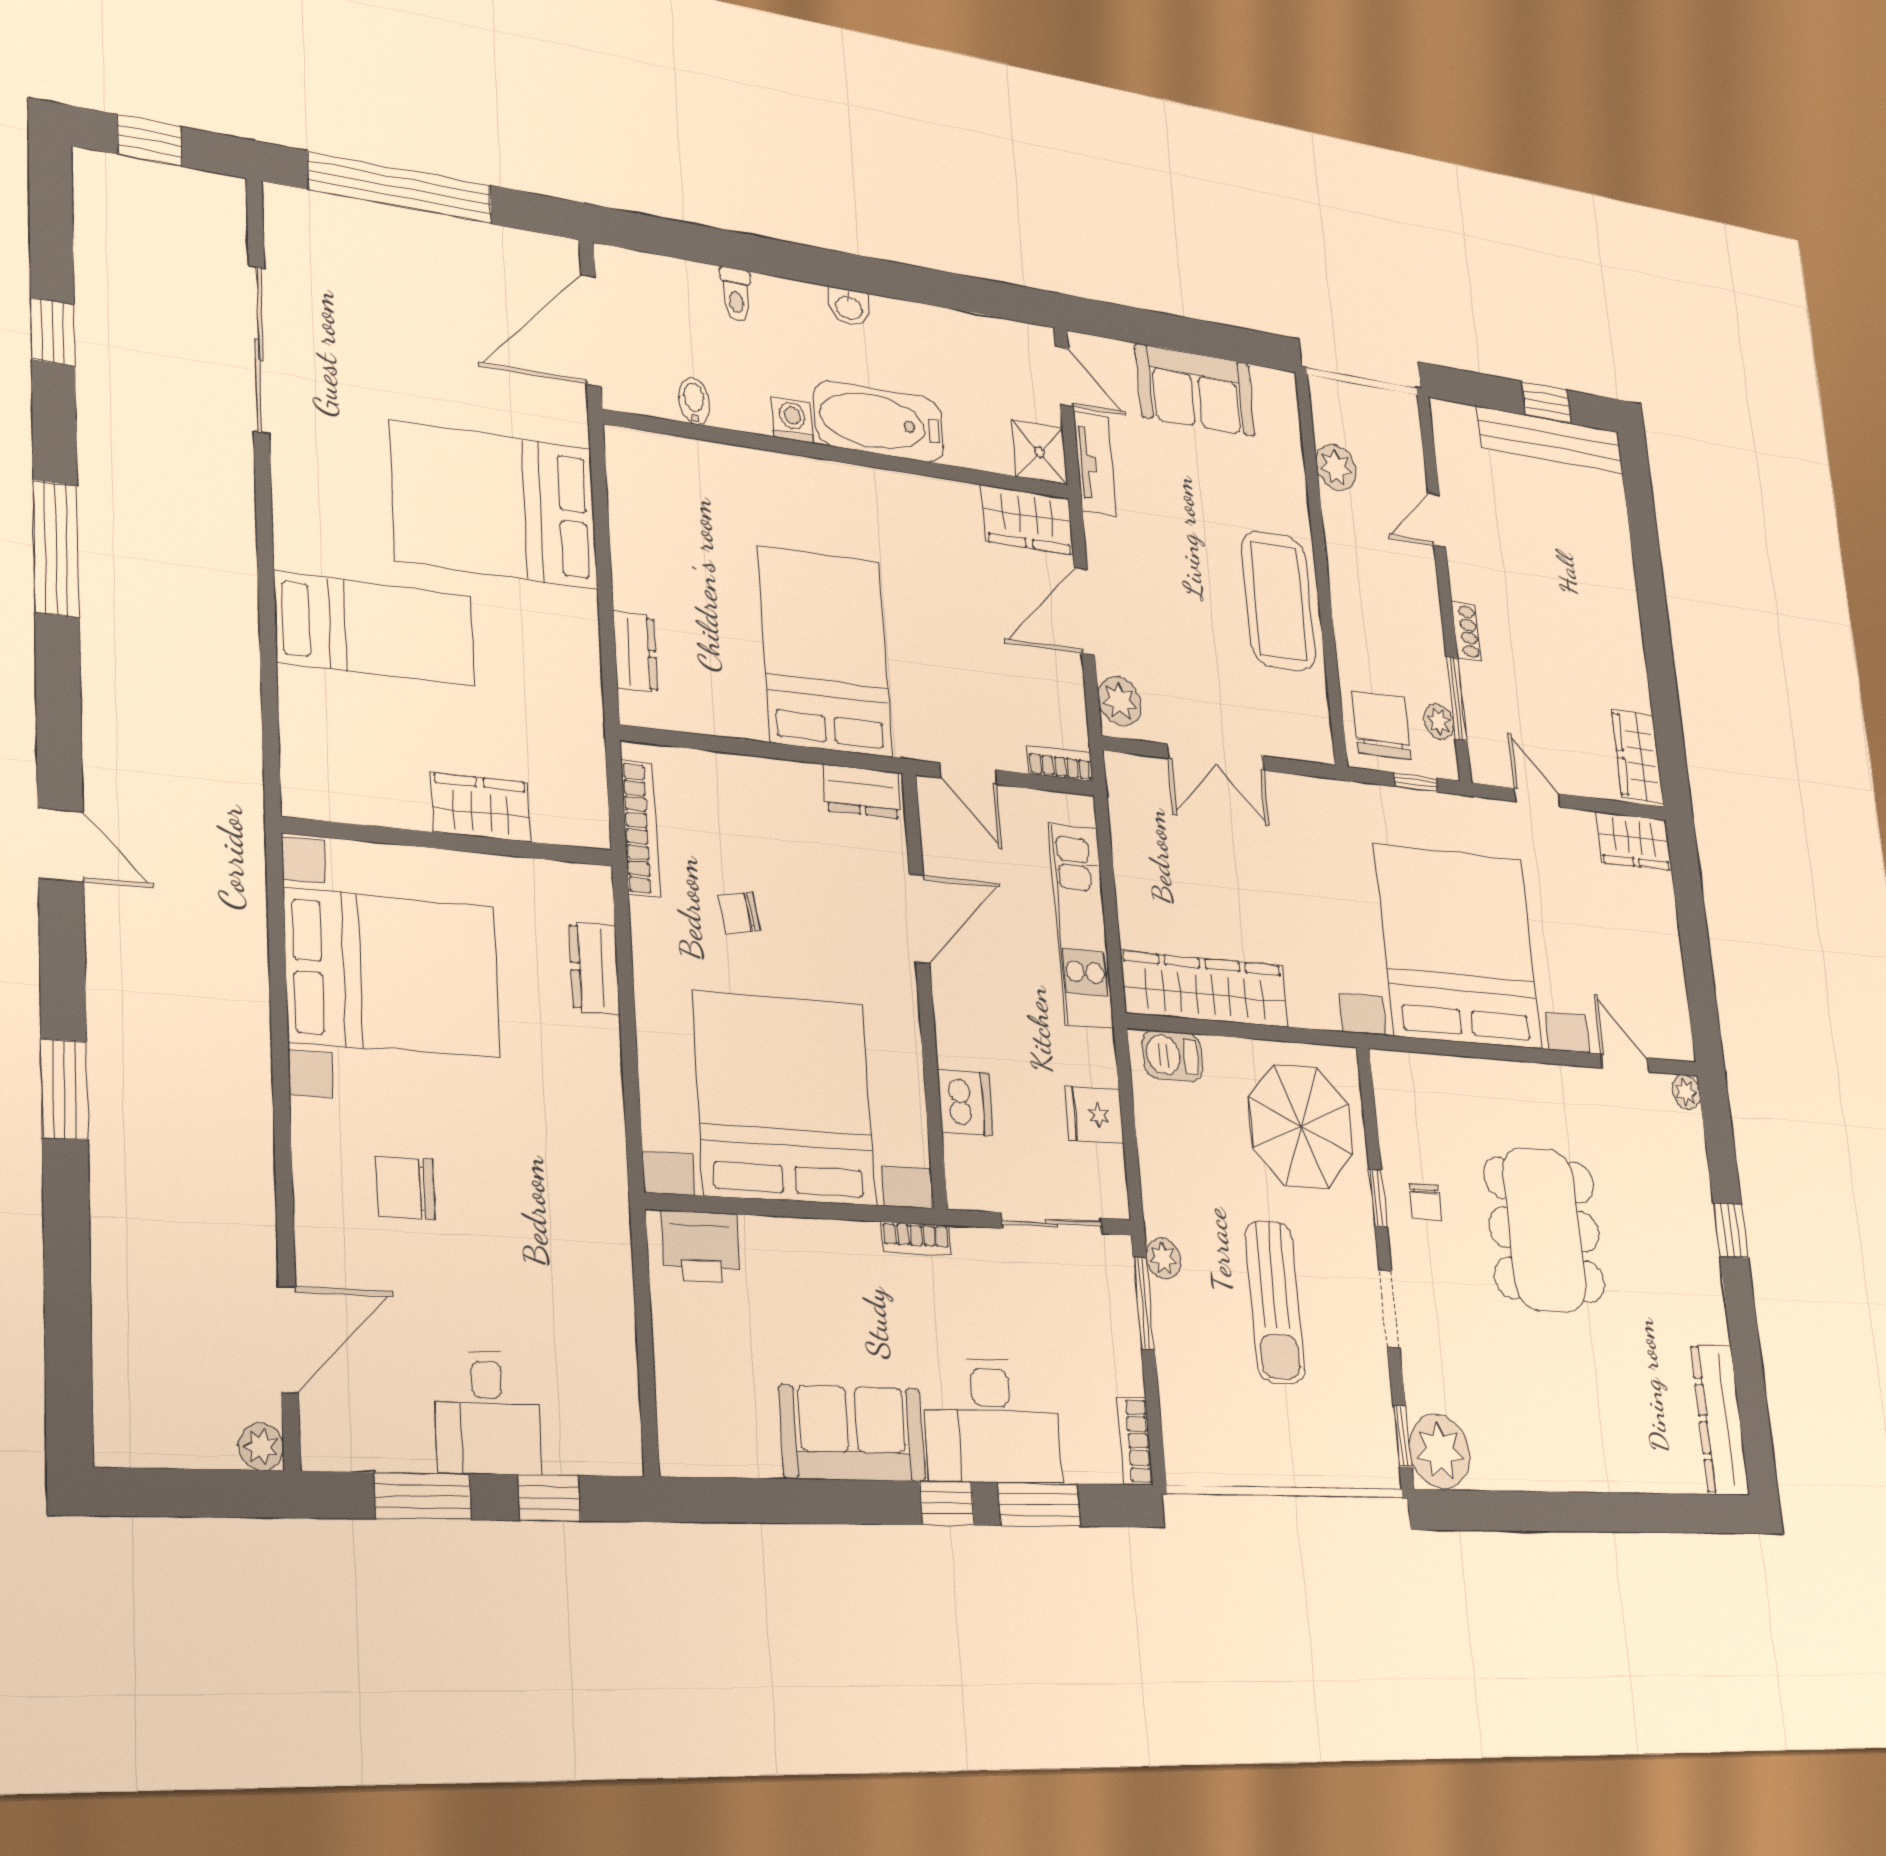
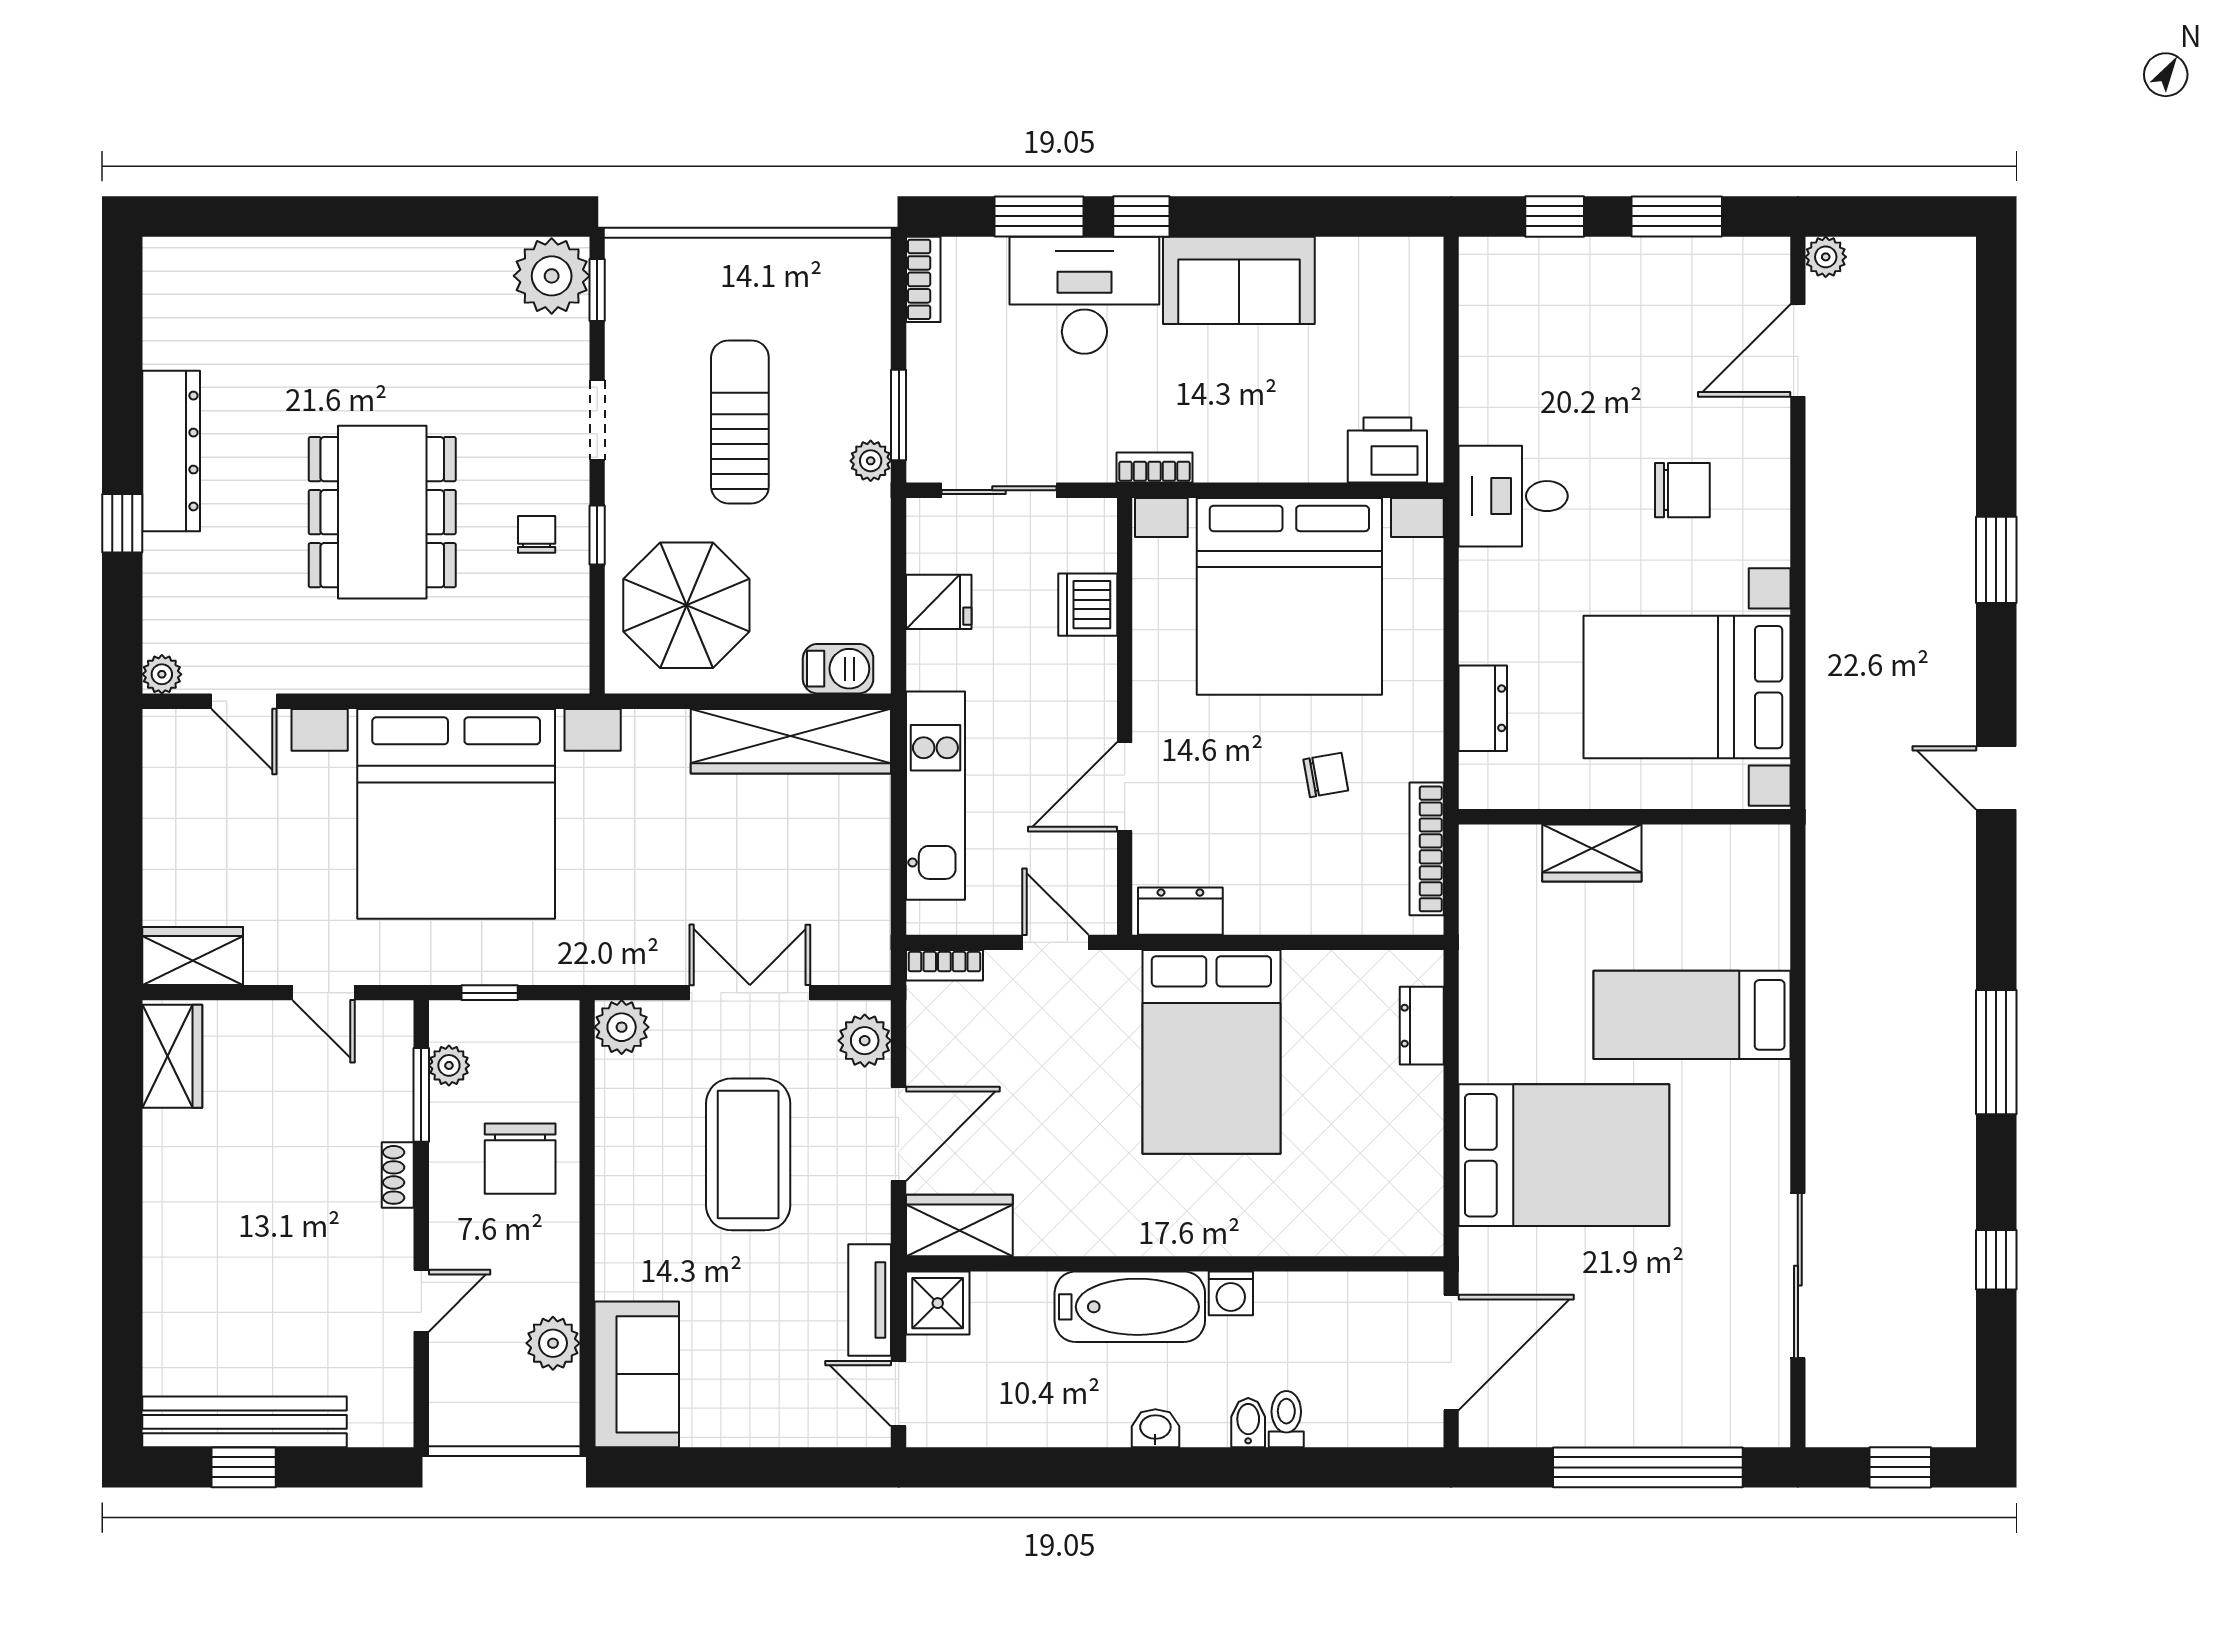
sofa: (1195, 390) -> (637, 1374), moved, turned 90
bidet: (694, 401) -> (1248, 1423), moved, turned 180
coffee table: (1278, 601) -> (748, 1154), moved
chair: (1381, 725) -> (520, 1159), moved
plant: (1313, 739) -> (622, 1027), added
desk: (488, 1413) -> (1513, 496), moved, turned -90
dresser: (1720, 1419) -> (171, 451), moved

